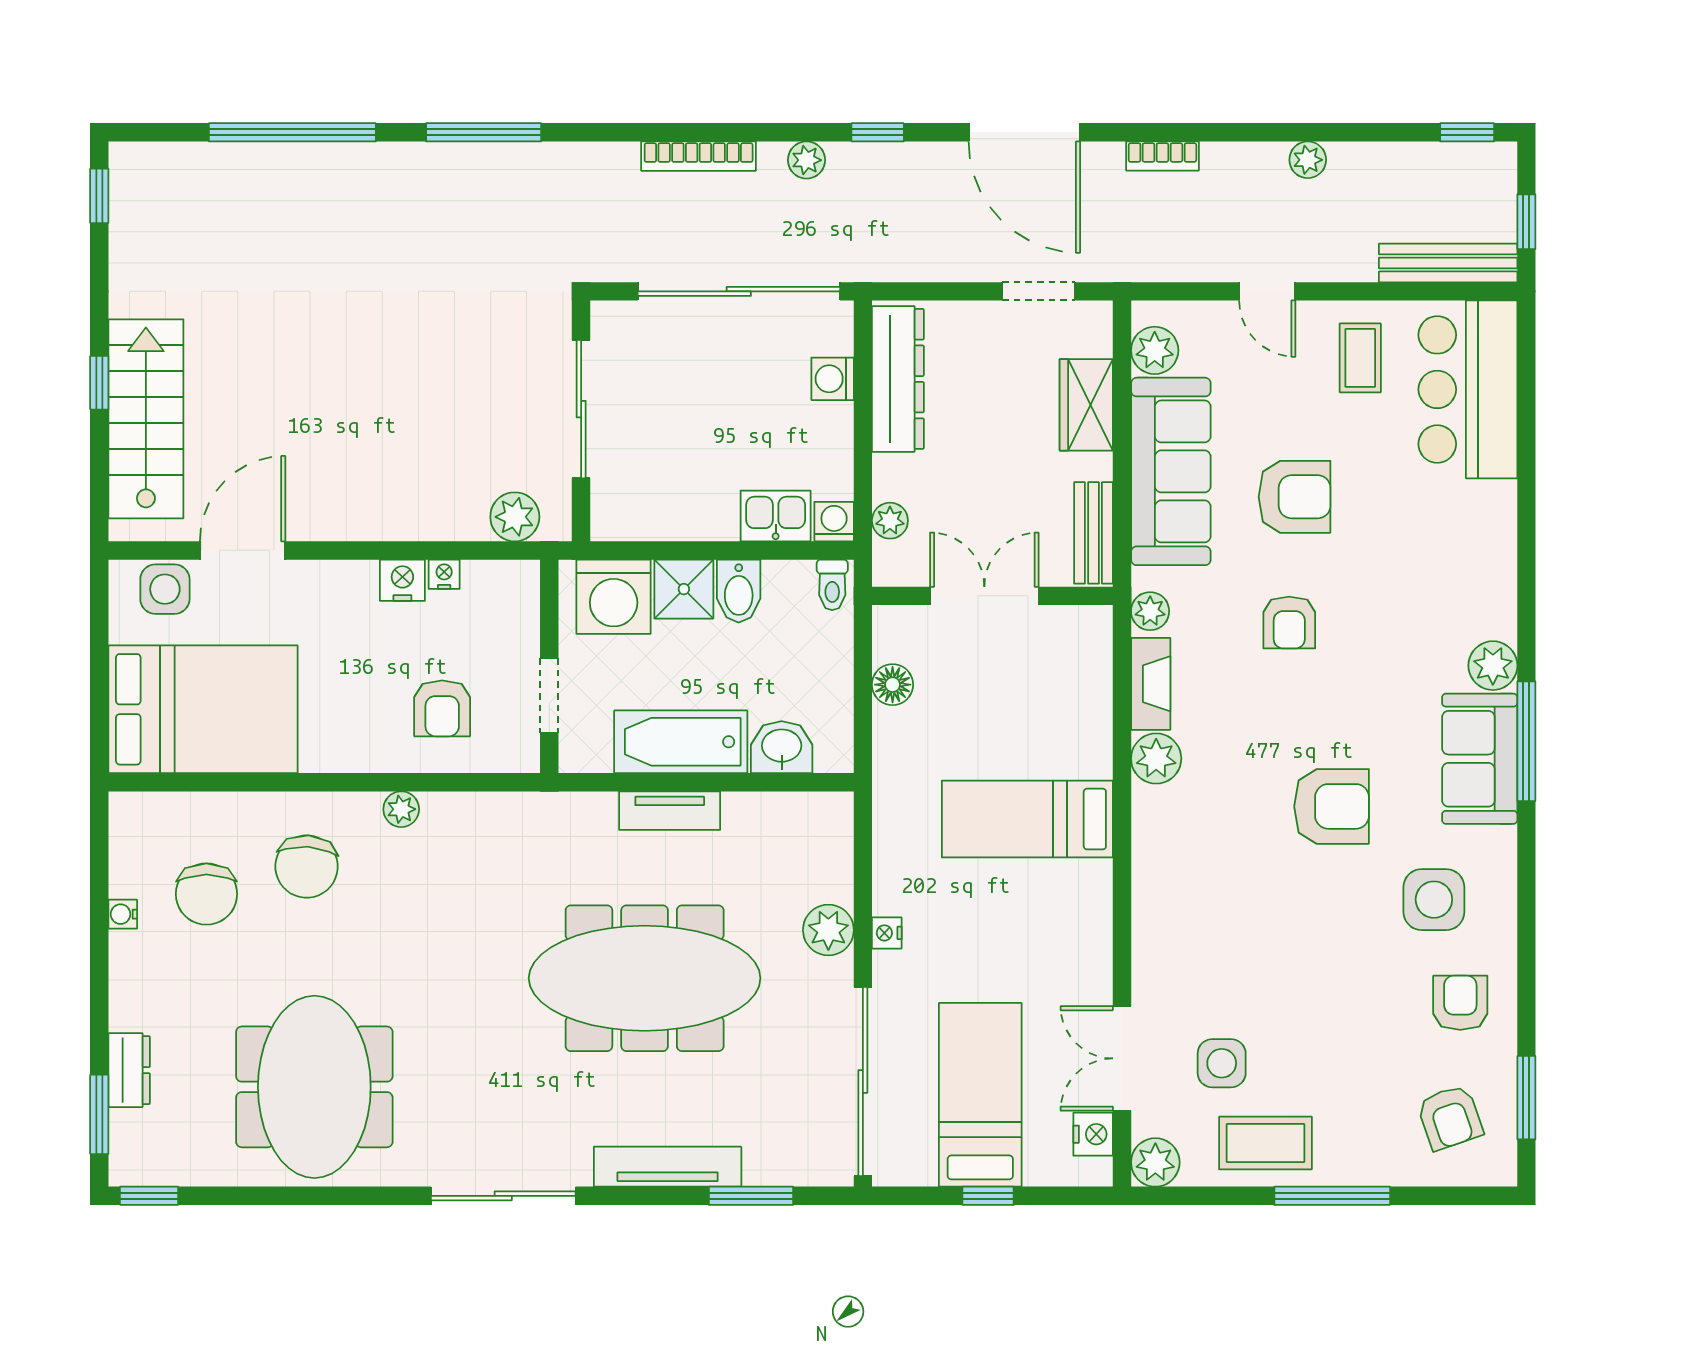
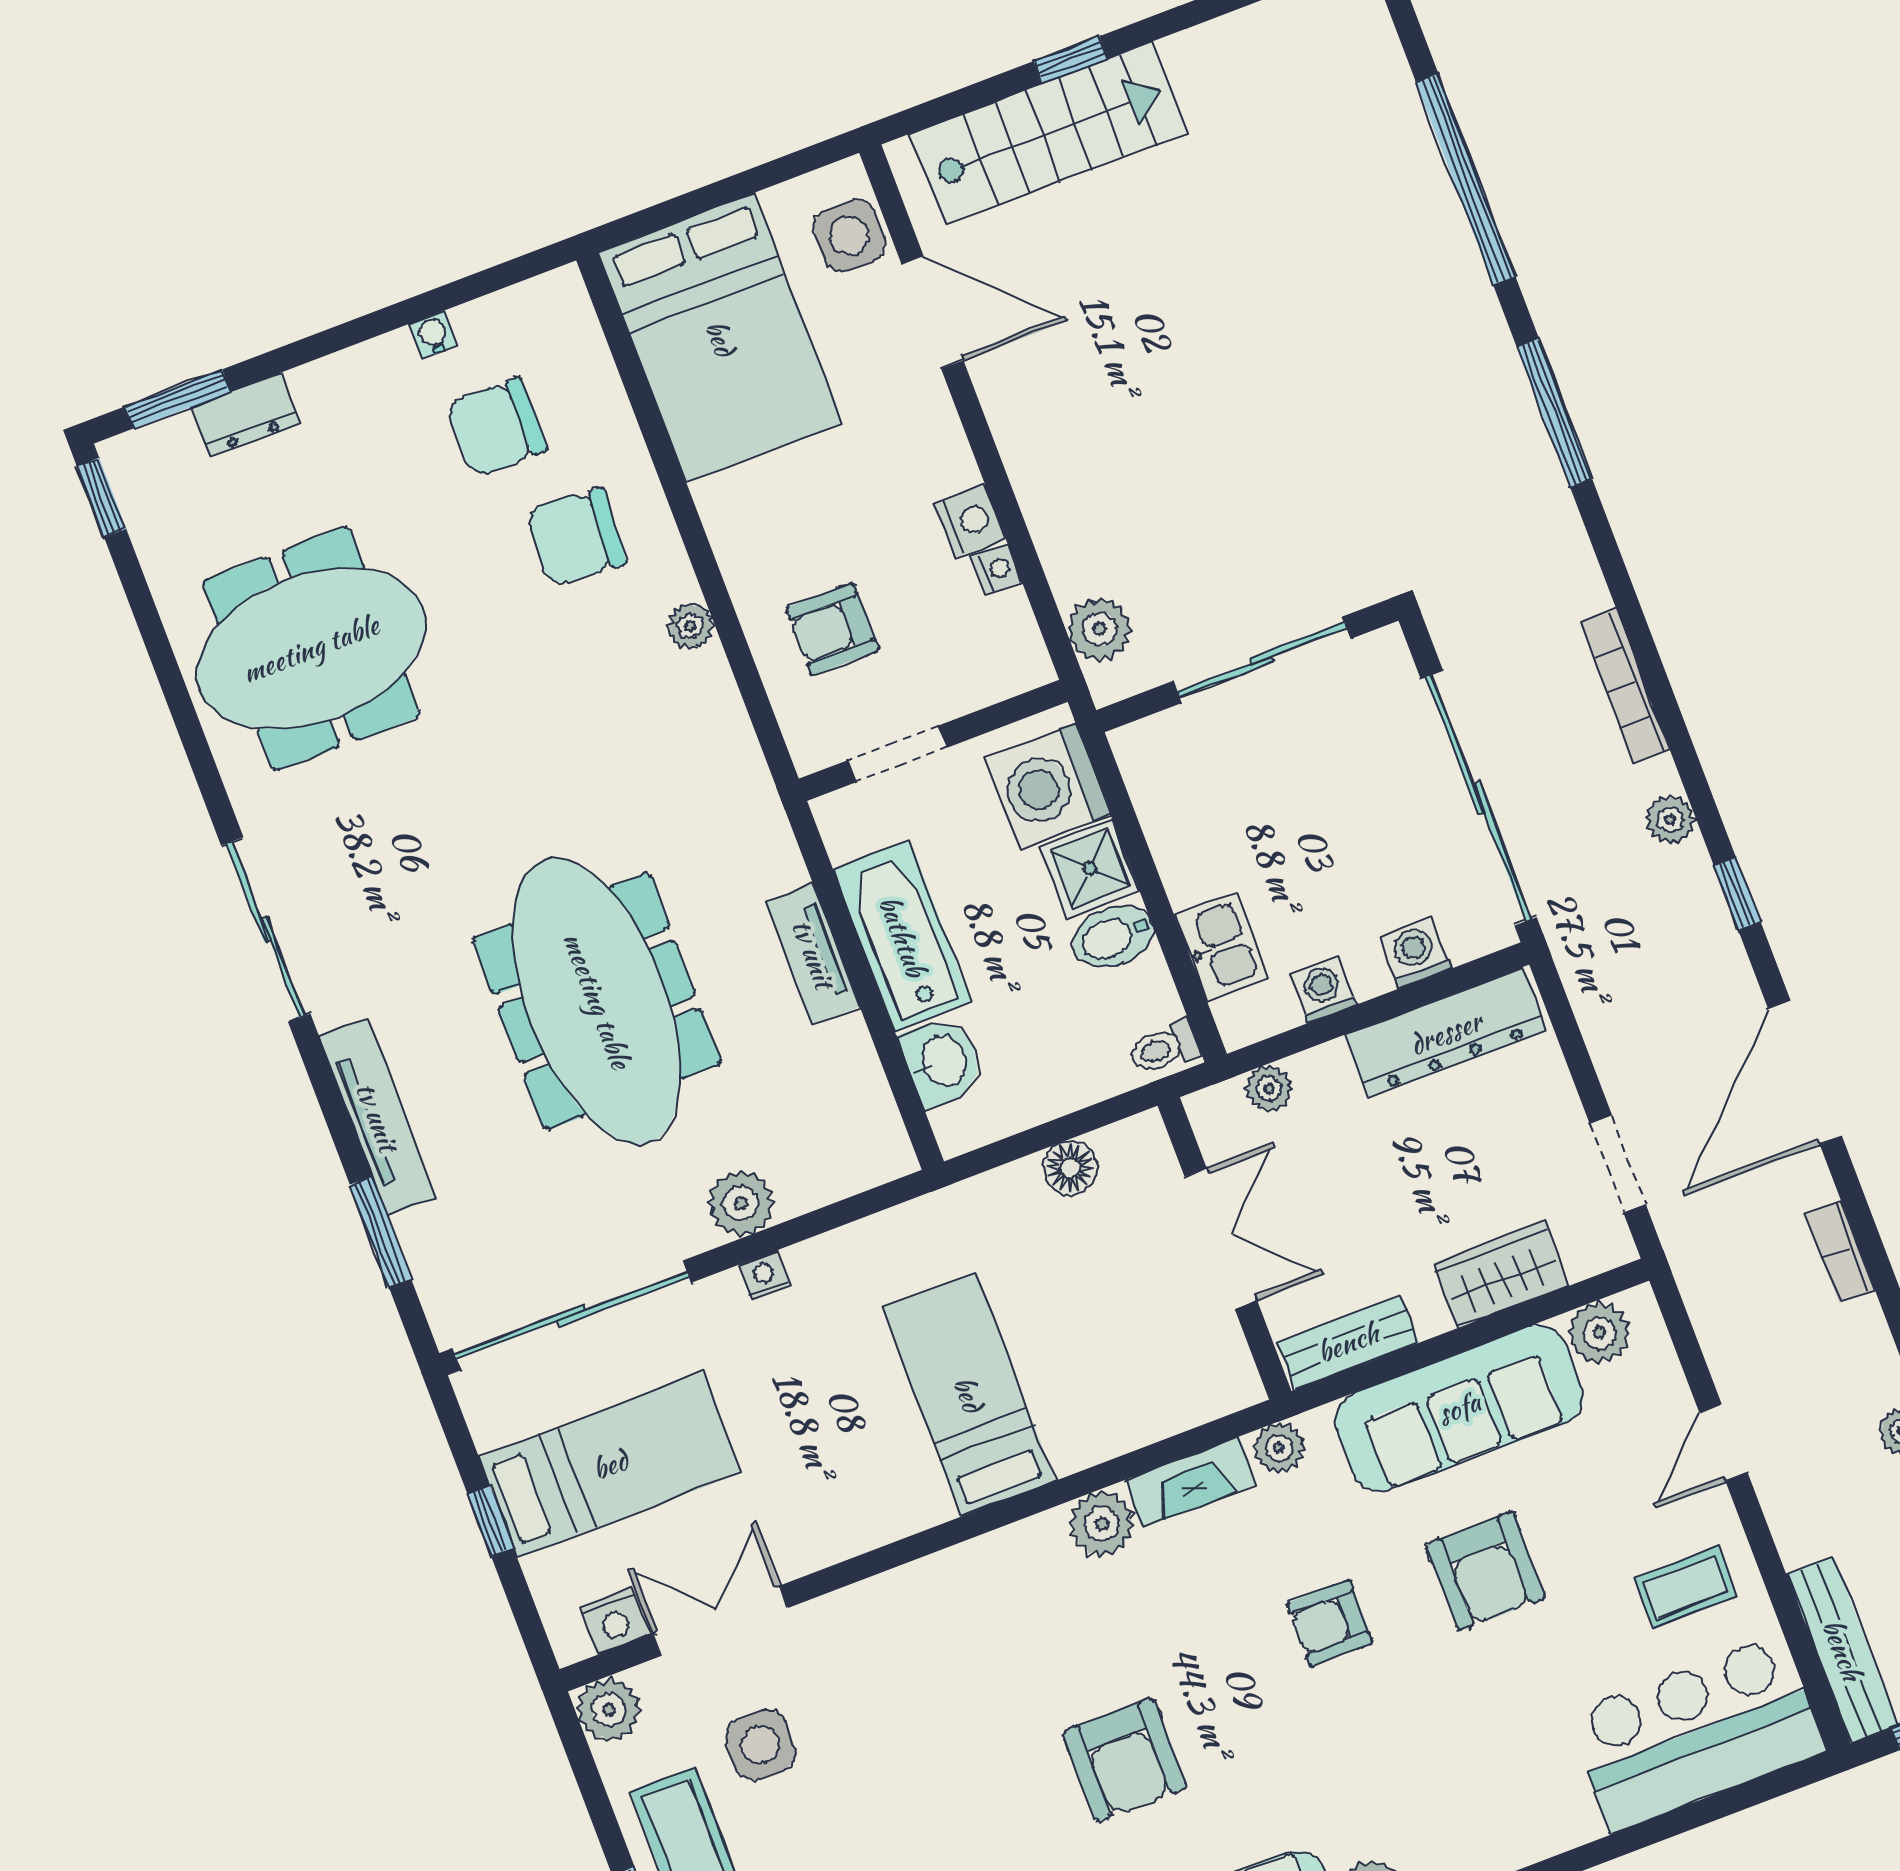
washing machine: (834, 522) -> (1323, 990), moved, turned -90

